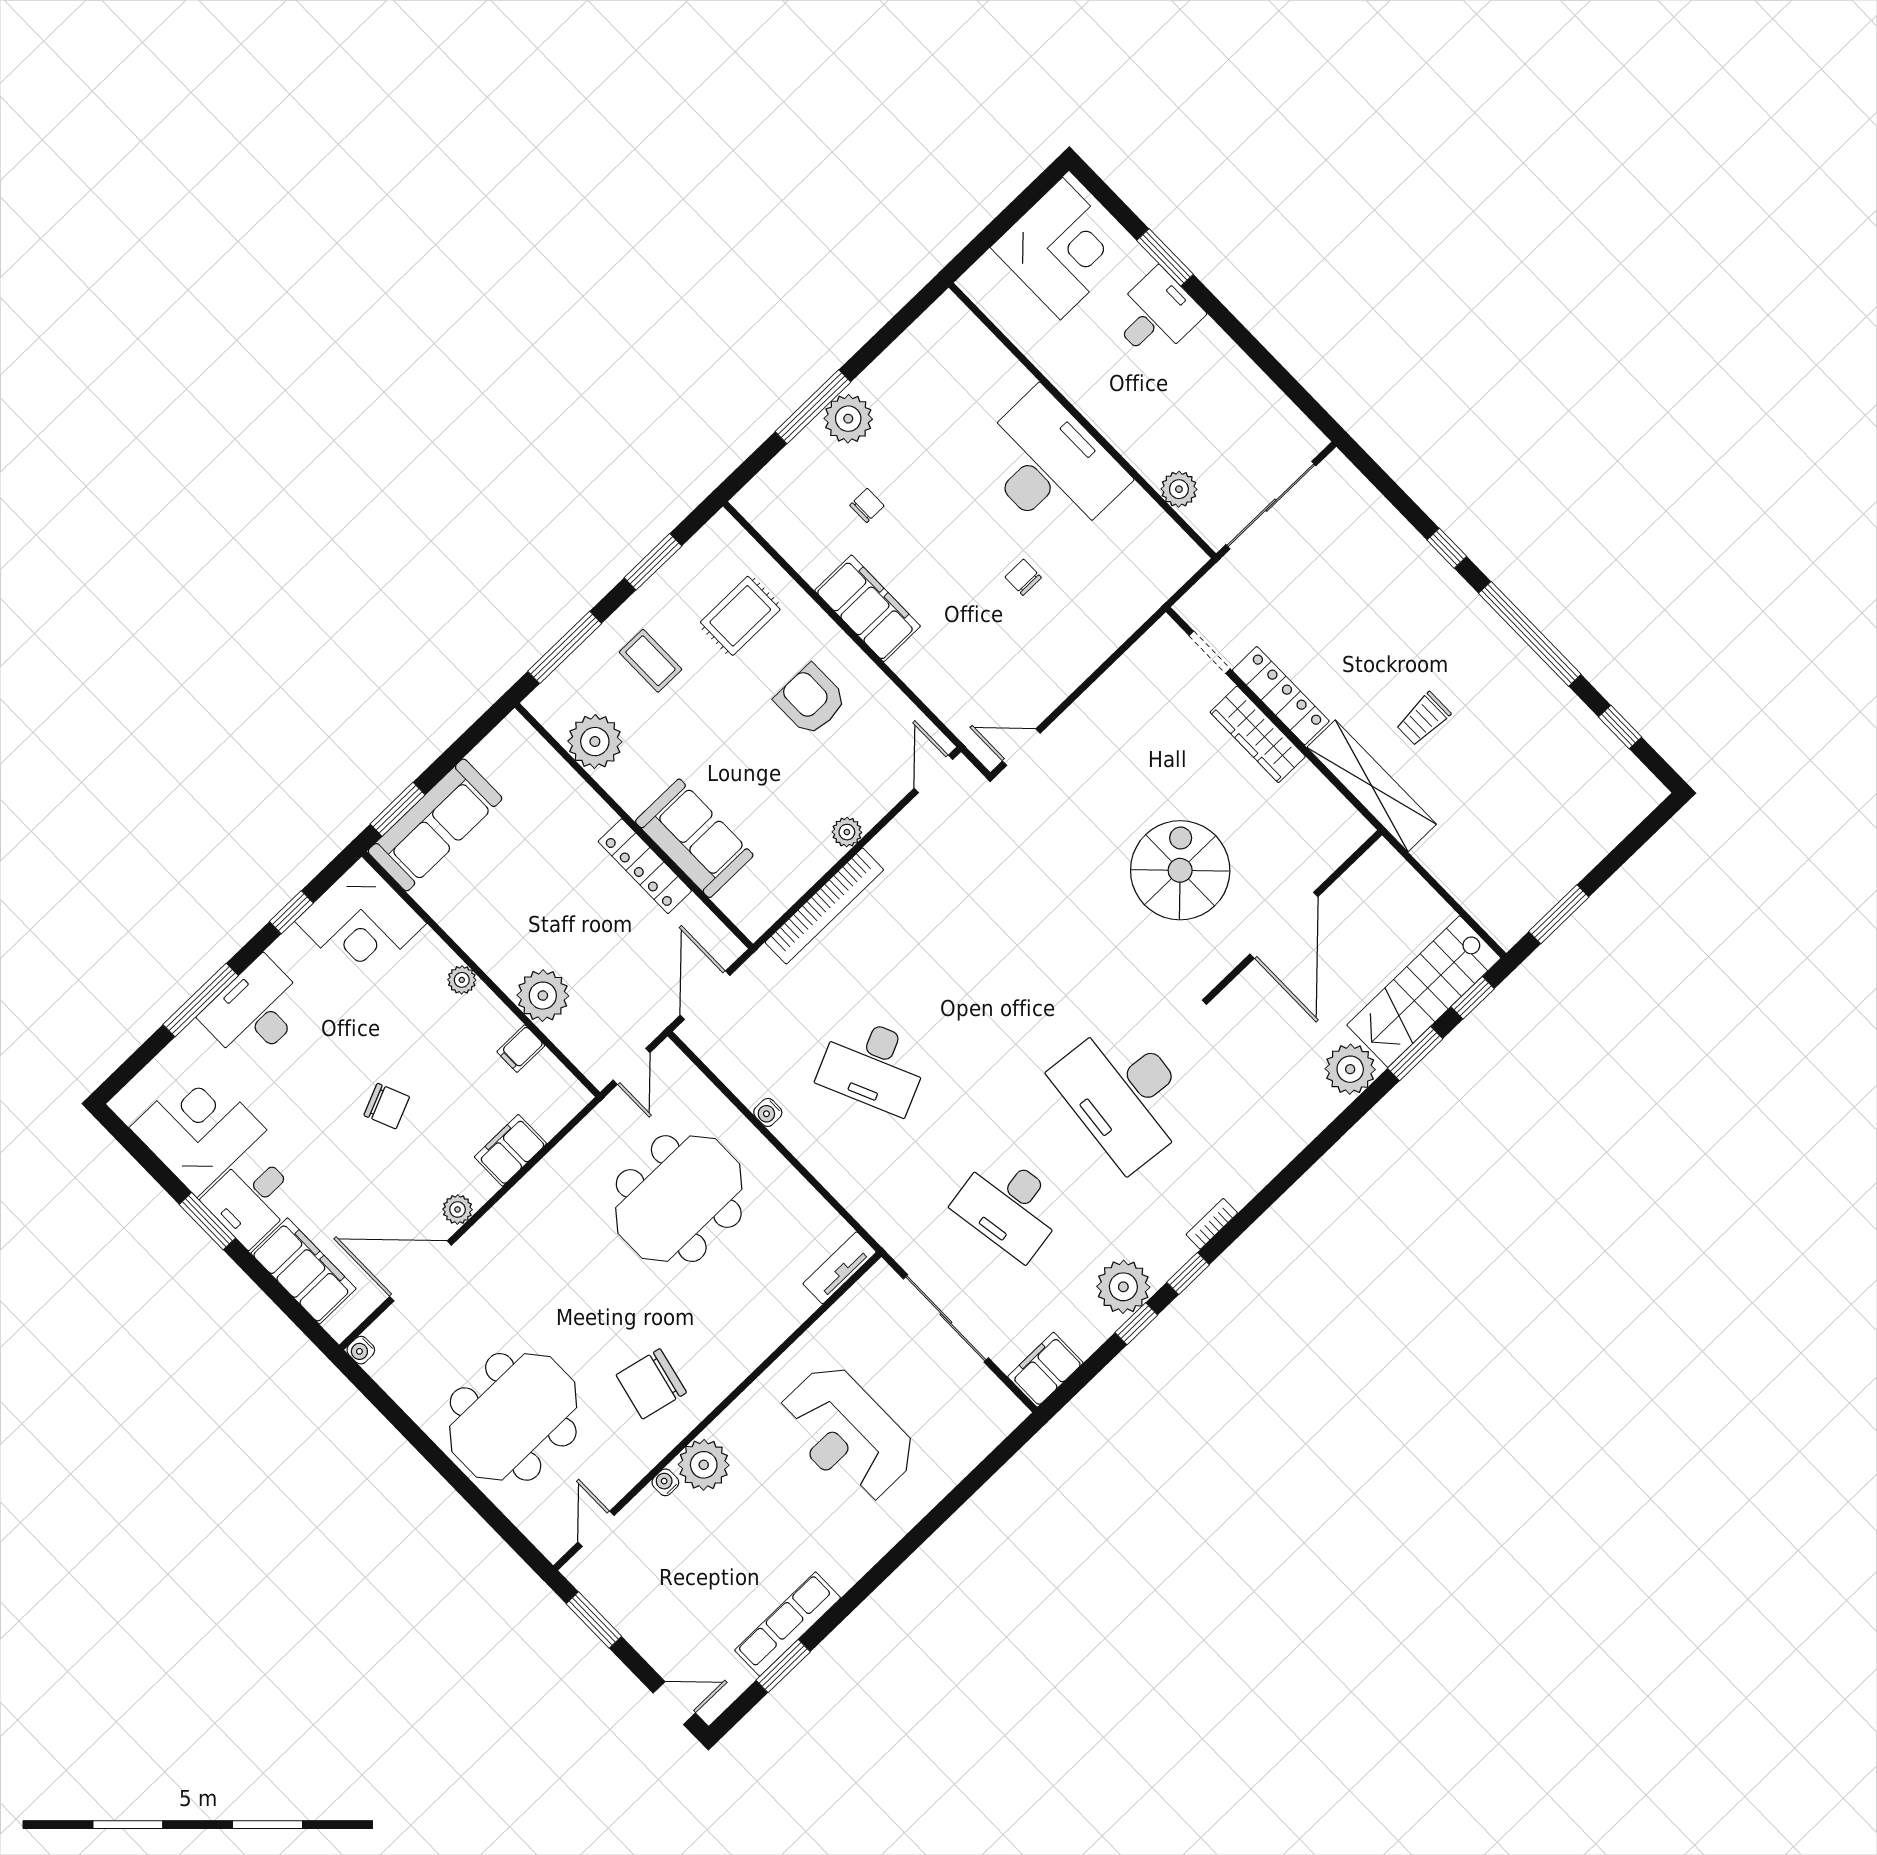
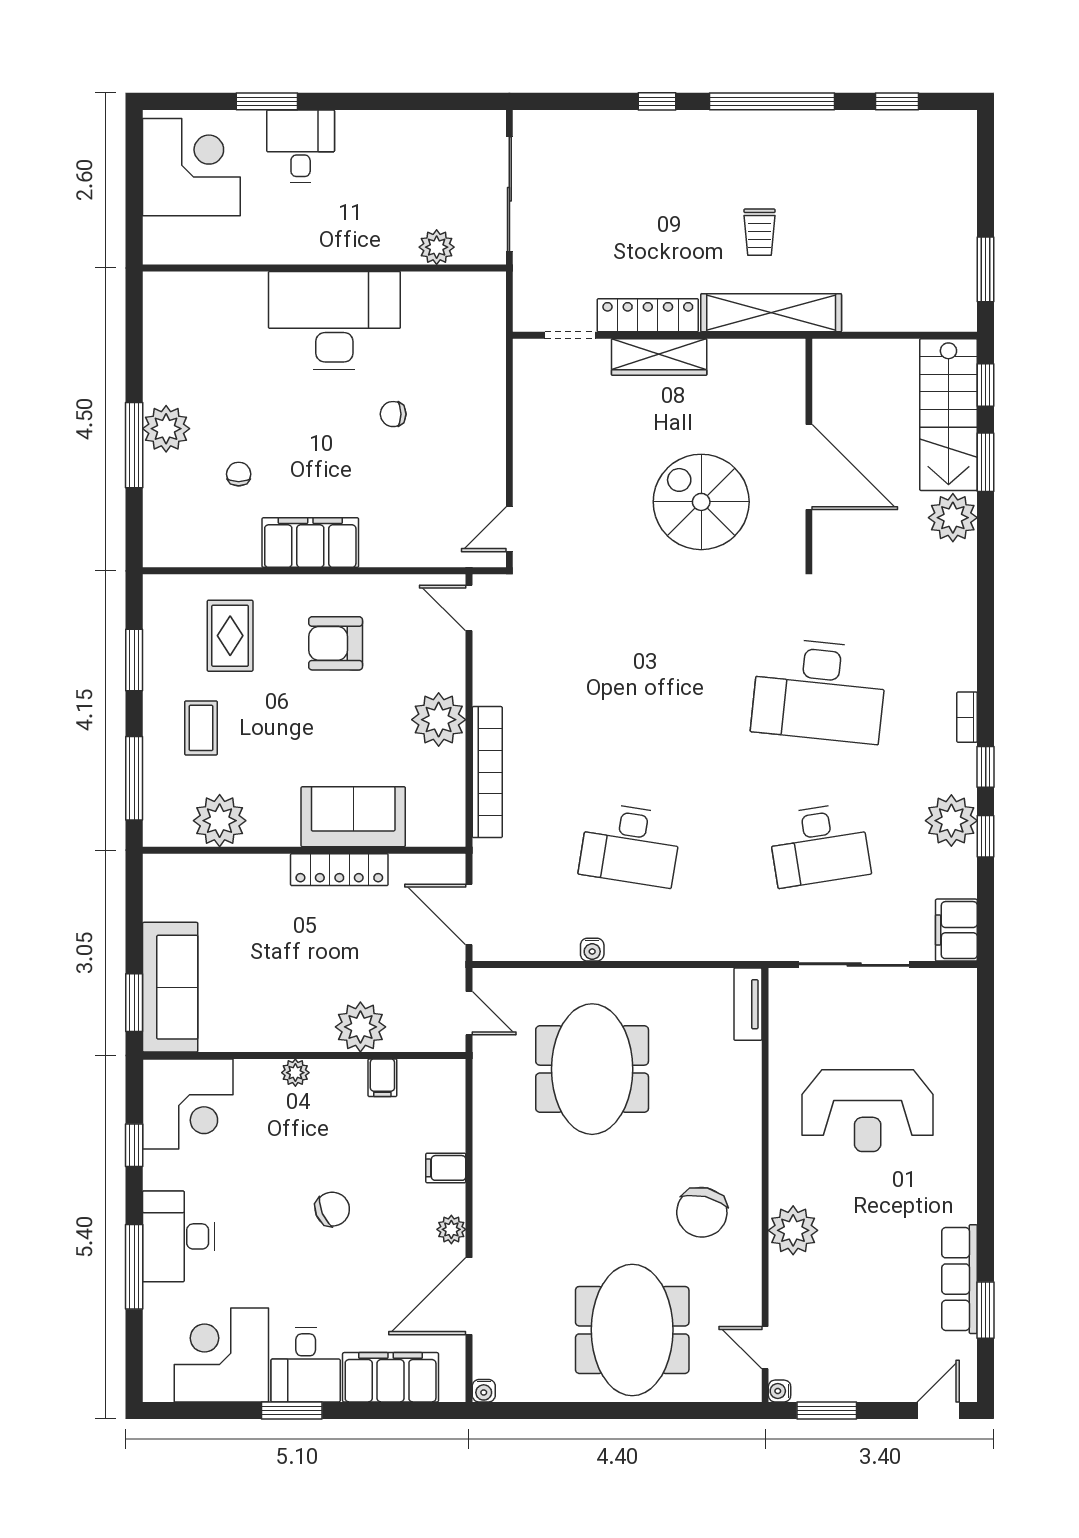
coffee table: (650, 661) -> (201, 728), turned 90
plant: (847, 832) -> (439, 720), width x1.88, depth x1.88
desk: (873, 1065) -> (630, 845), turned 33
filing cabinet: (510, 1150) -> (446, 1168), width x0.50
water cooler: (665, 1482) -> (780, 1391), moved

